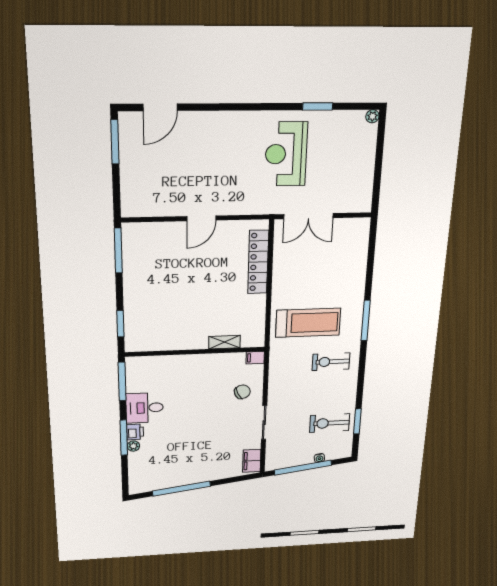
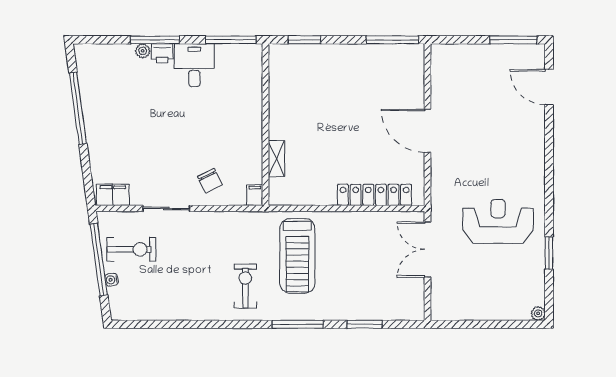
door: (201, 218) -> (427, 131), width x1.36
window: (357, 421) -> (364, 324), moved
exercise bike: (330, 423) -> (131, 249), moved, turned 90

